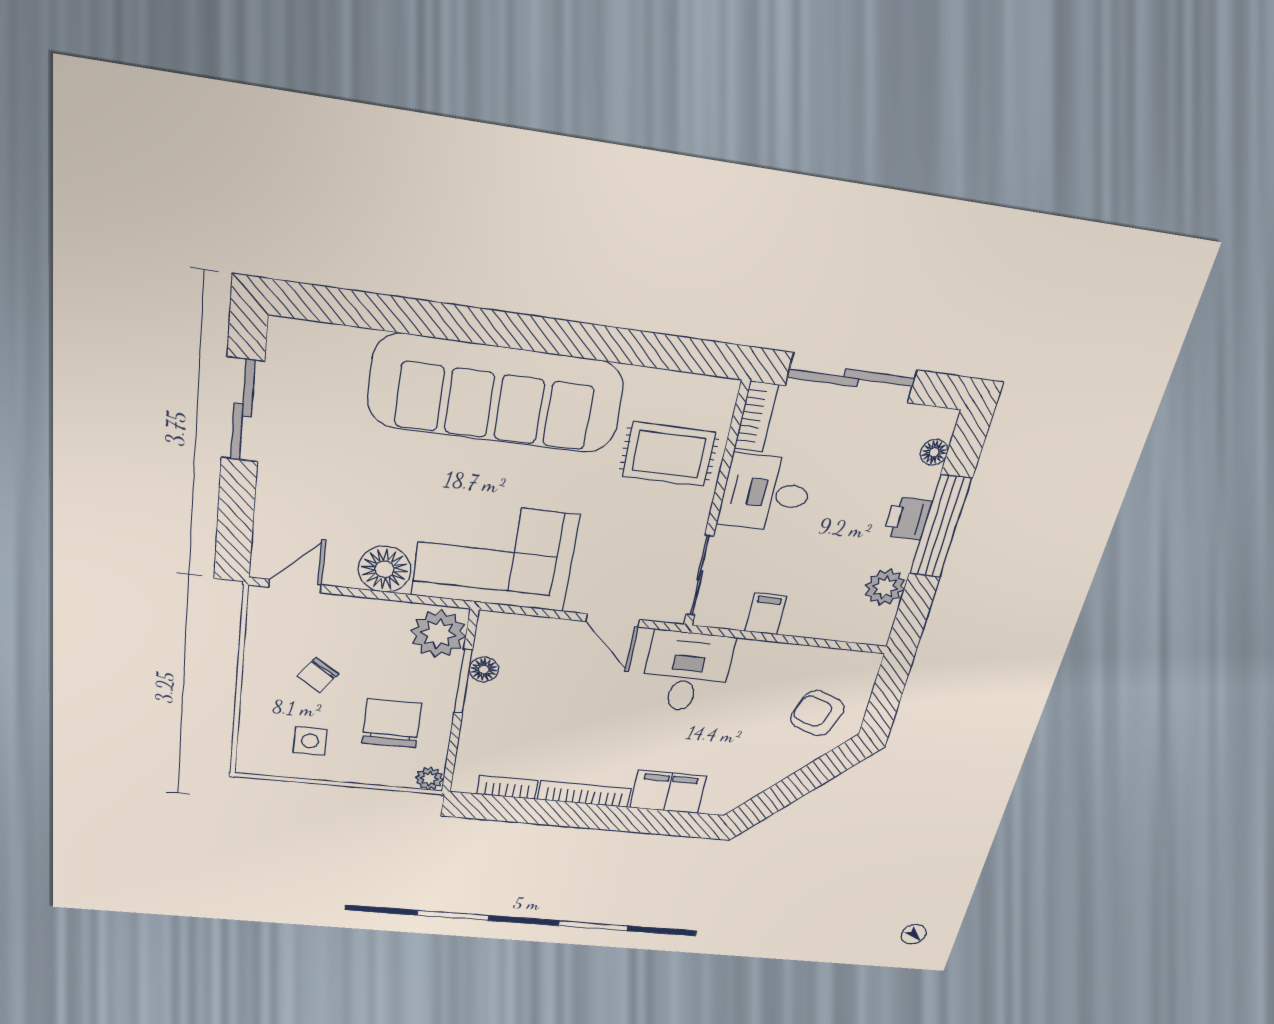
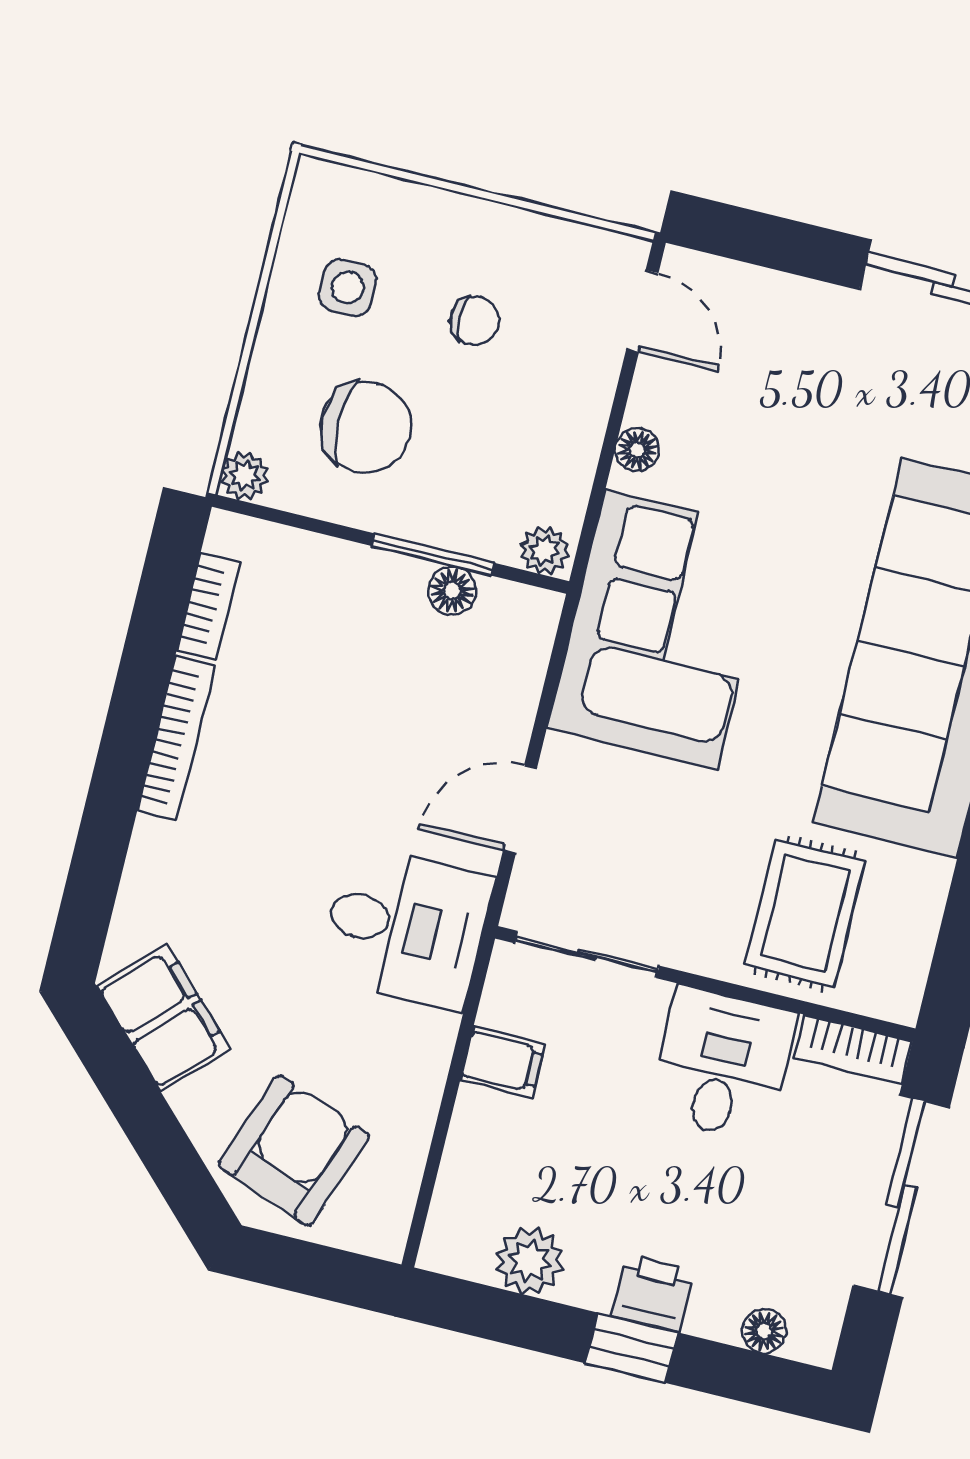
window: (940, 527) -> (632, 1348), width x0.46
floor lamp: (385, 569) -> (637, 450), width x0.53, depth x0.53
plant: (438, 634) -> (545, 550), width x0.53, depth x0.53
chair: (318, 675) -> (475, 321), turned 145
armchair: (817, 713) -> (294, 1150), width x1.38, depth x1.38
filing cabinet: (668, 792) -> (164, 1018), moved, turned -45

